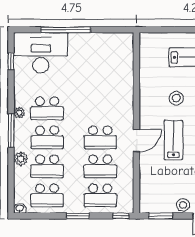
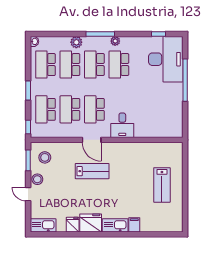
stool: (176, 98) -> (45, 157), moved
desk: (119, 104) -> (122, 125), added

